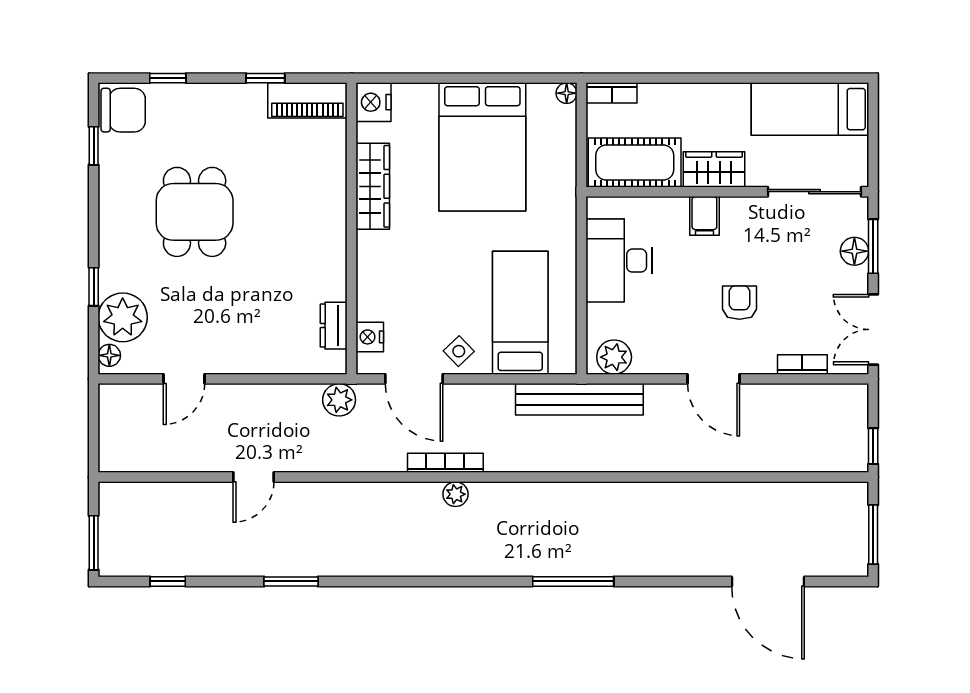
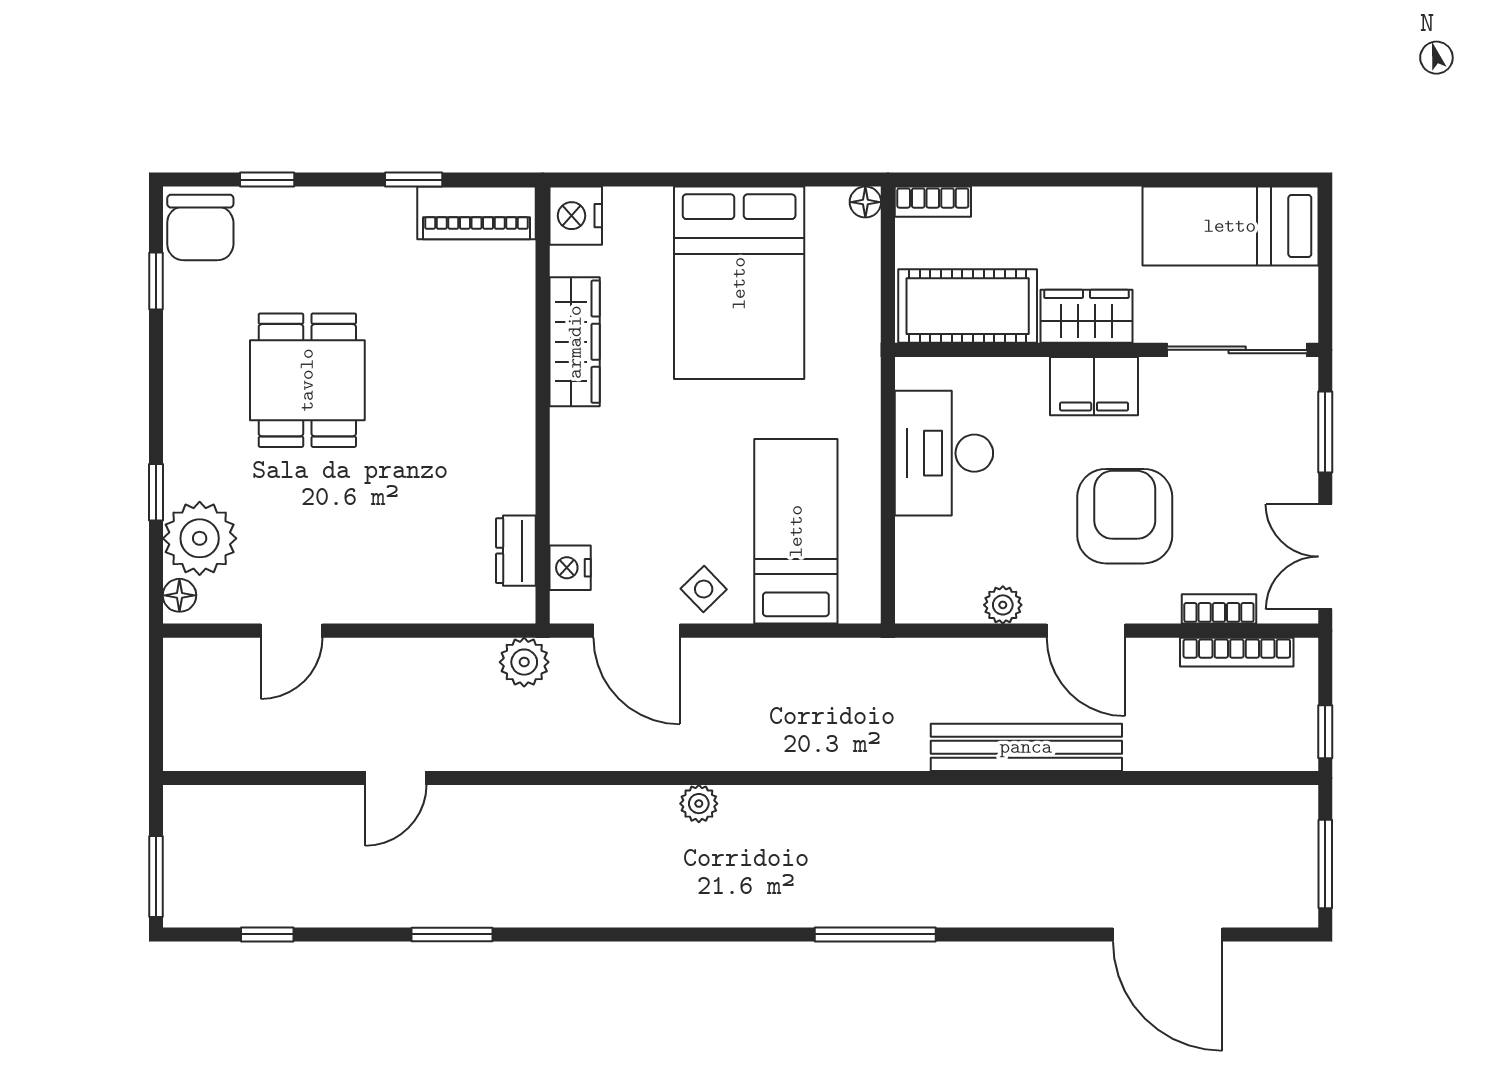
chair: (123, 110) -> (200, 227), turned 90
filing cabinet: (704, 216) -> (1094, 386), width x2.00
floor lamp: (854, 251) -> (1297, 439), removed
armchair: (739, 303) -> (1125, 516), width x1.88, depth x1.88
plant: (614, 357) -> (1003, 605), moved, width x0.73, depth x0.73
bench: (579, 399) -> (1026, 747), moved
bookcase: (445, 463) -> (1237, 652), moved, turned 180

